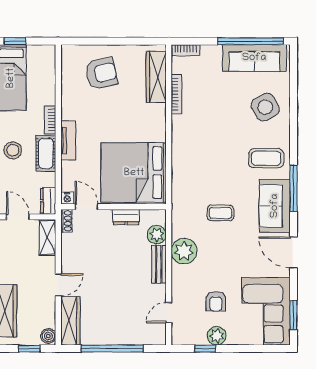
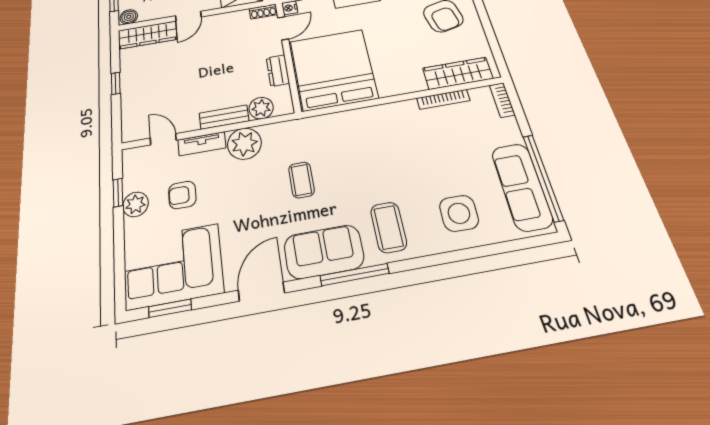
side table: (265, 107) -> (459, 213), turned 30
tv unit: (178, 283) -> (202, 144), added
door: (58, 285) -> (188, 16), hinge flipped
window: (112, 349) -> (116, 83), width x0.32

